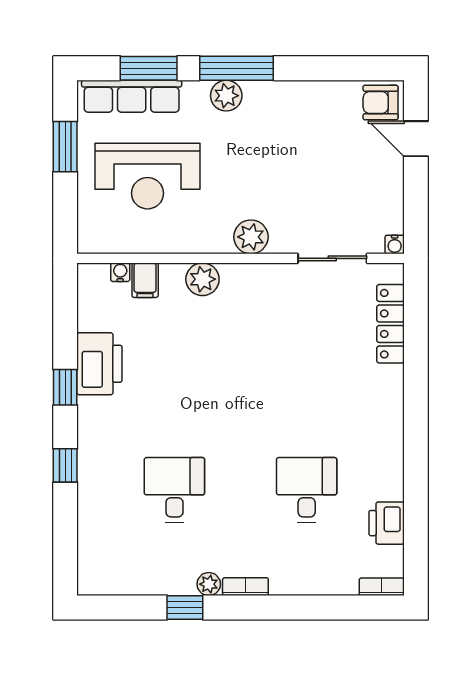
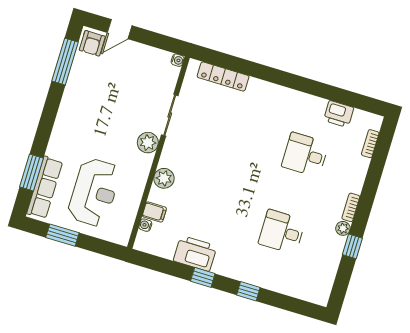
window: (237, 68) -> (65, 62), moved
plant: (226, 96) -> (61, 132), removed
sliding door: (332, 258) -> (170, 115), moved
bookcase: (382, 587) -> (370, 144), moved

